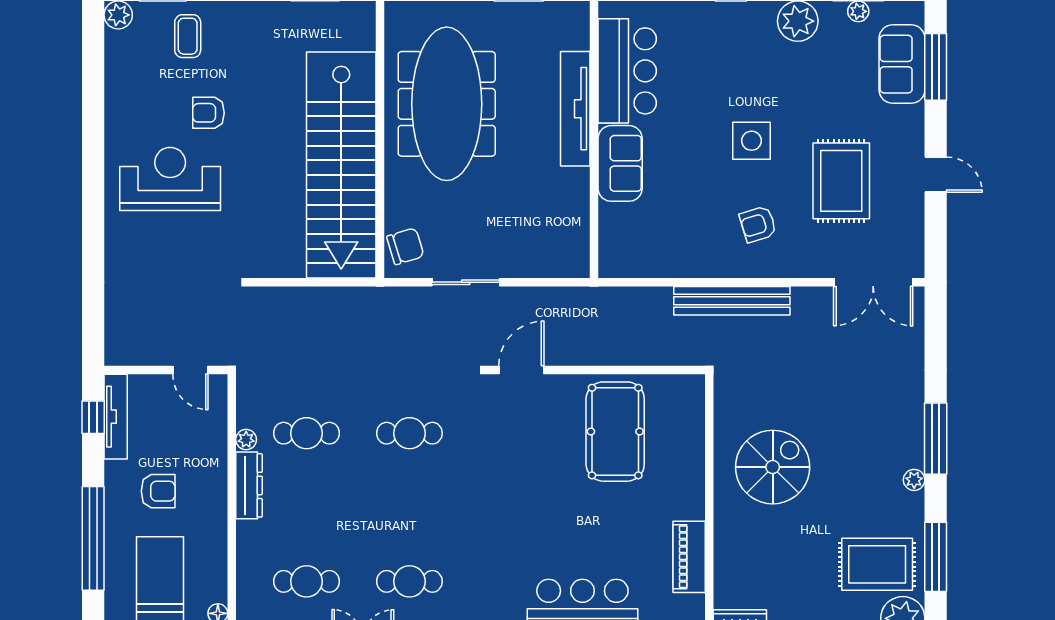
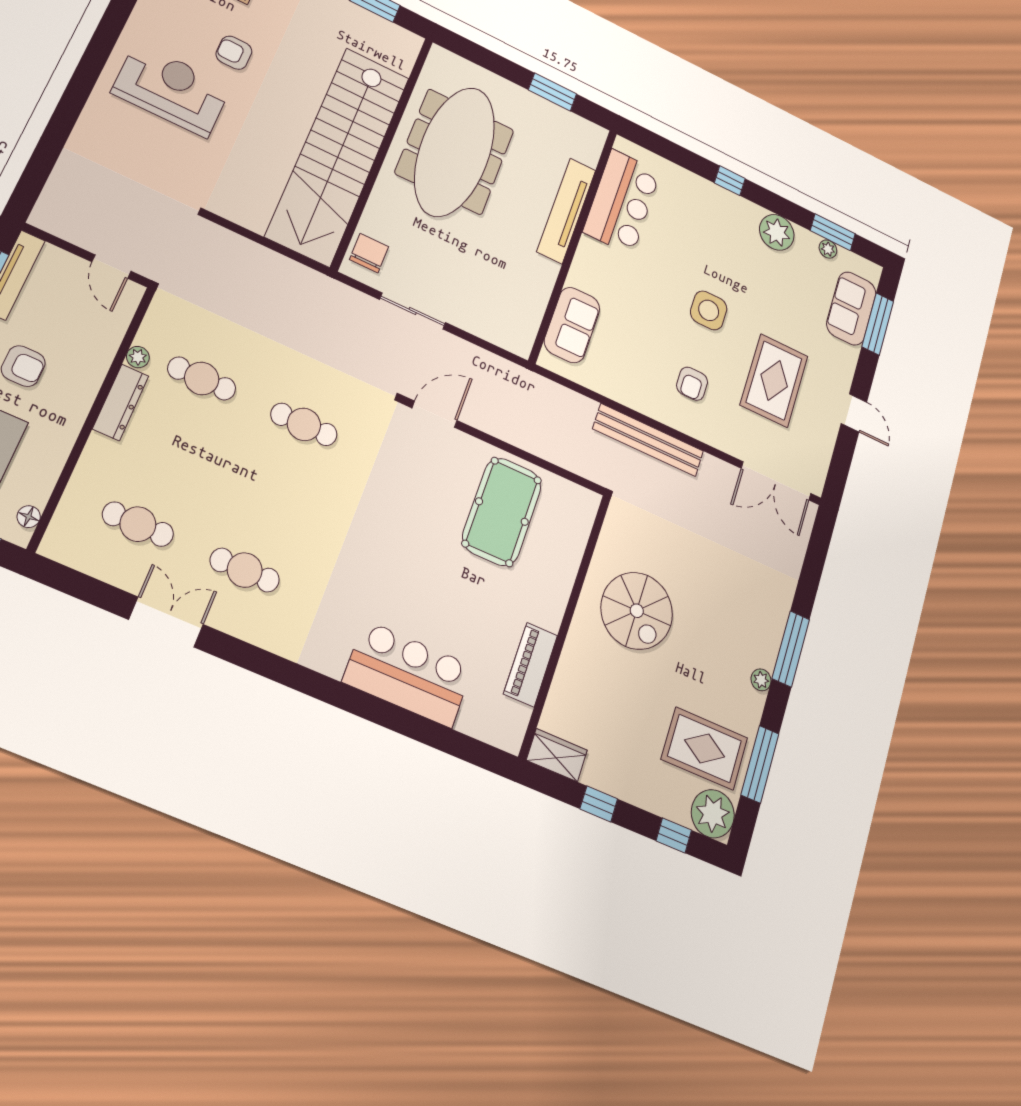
sofa: (620, 163) -> (572, 325), moved
armchair: (758, 224) -> (692, 384), turned -73
chair: (405, 246) -> (369, 253), turned -73
spiral stairs: (773, 467) -> (637, 611), turned 90

